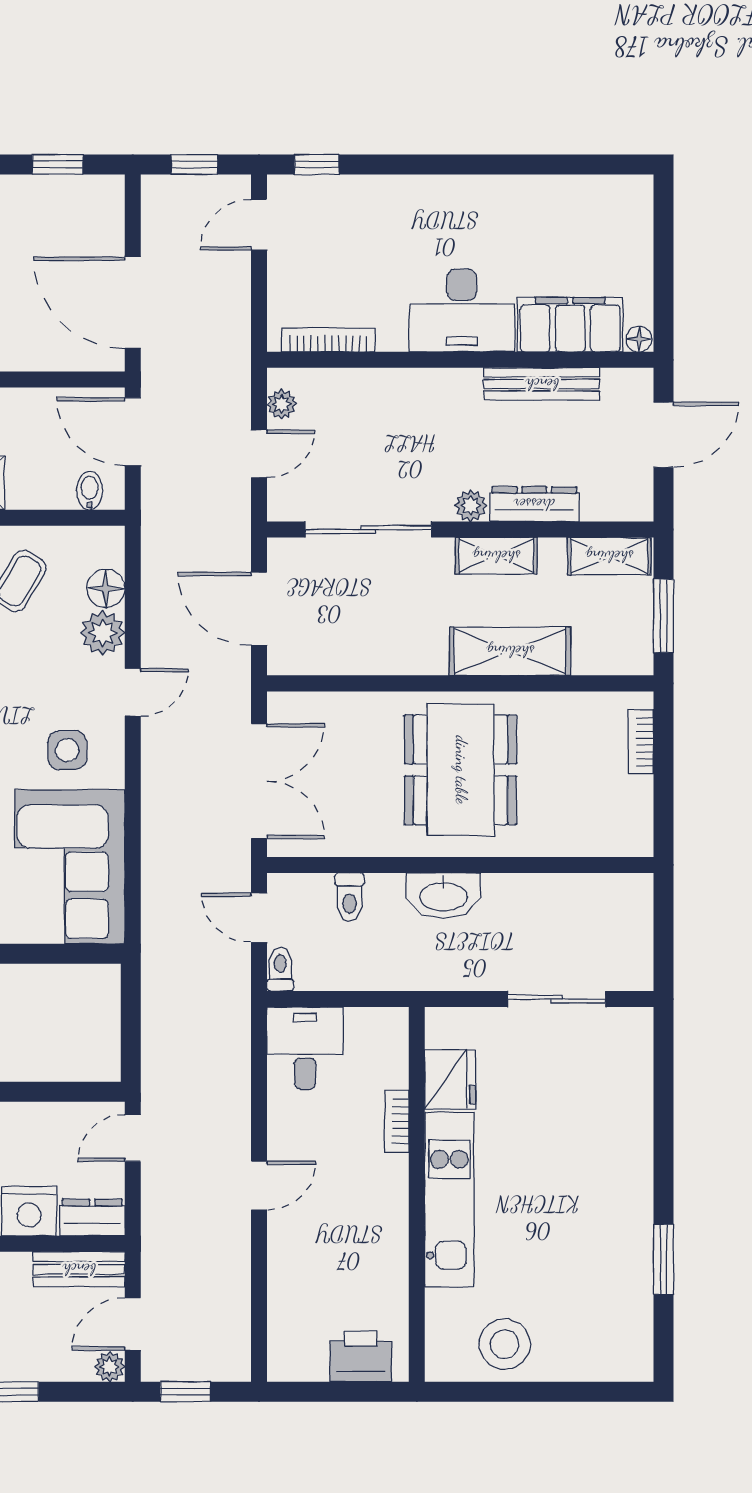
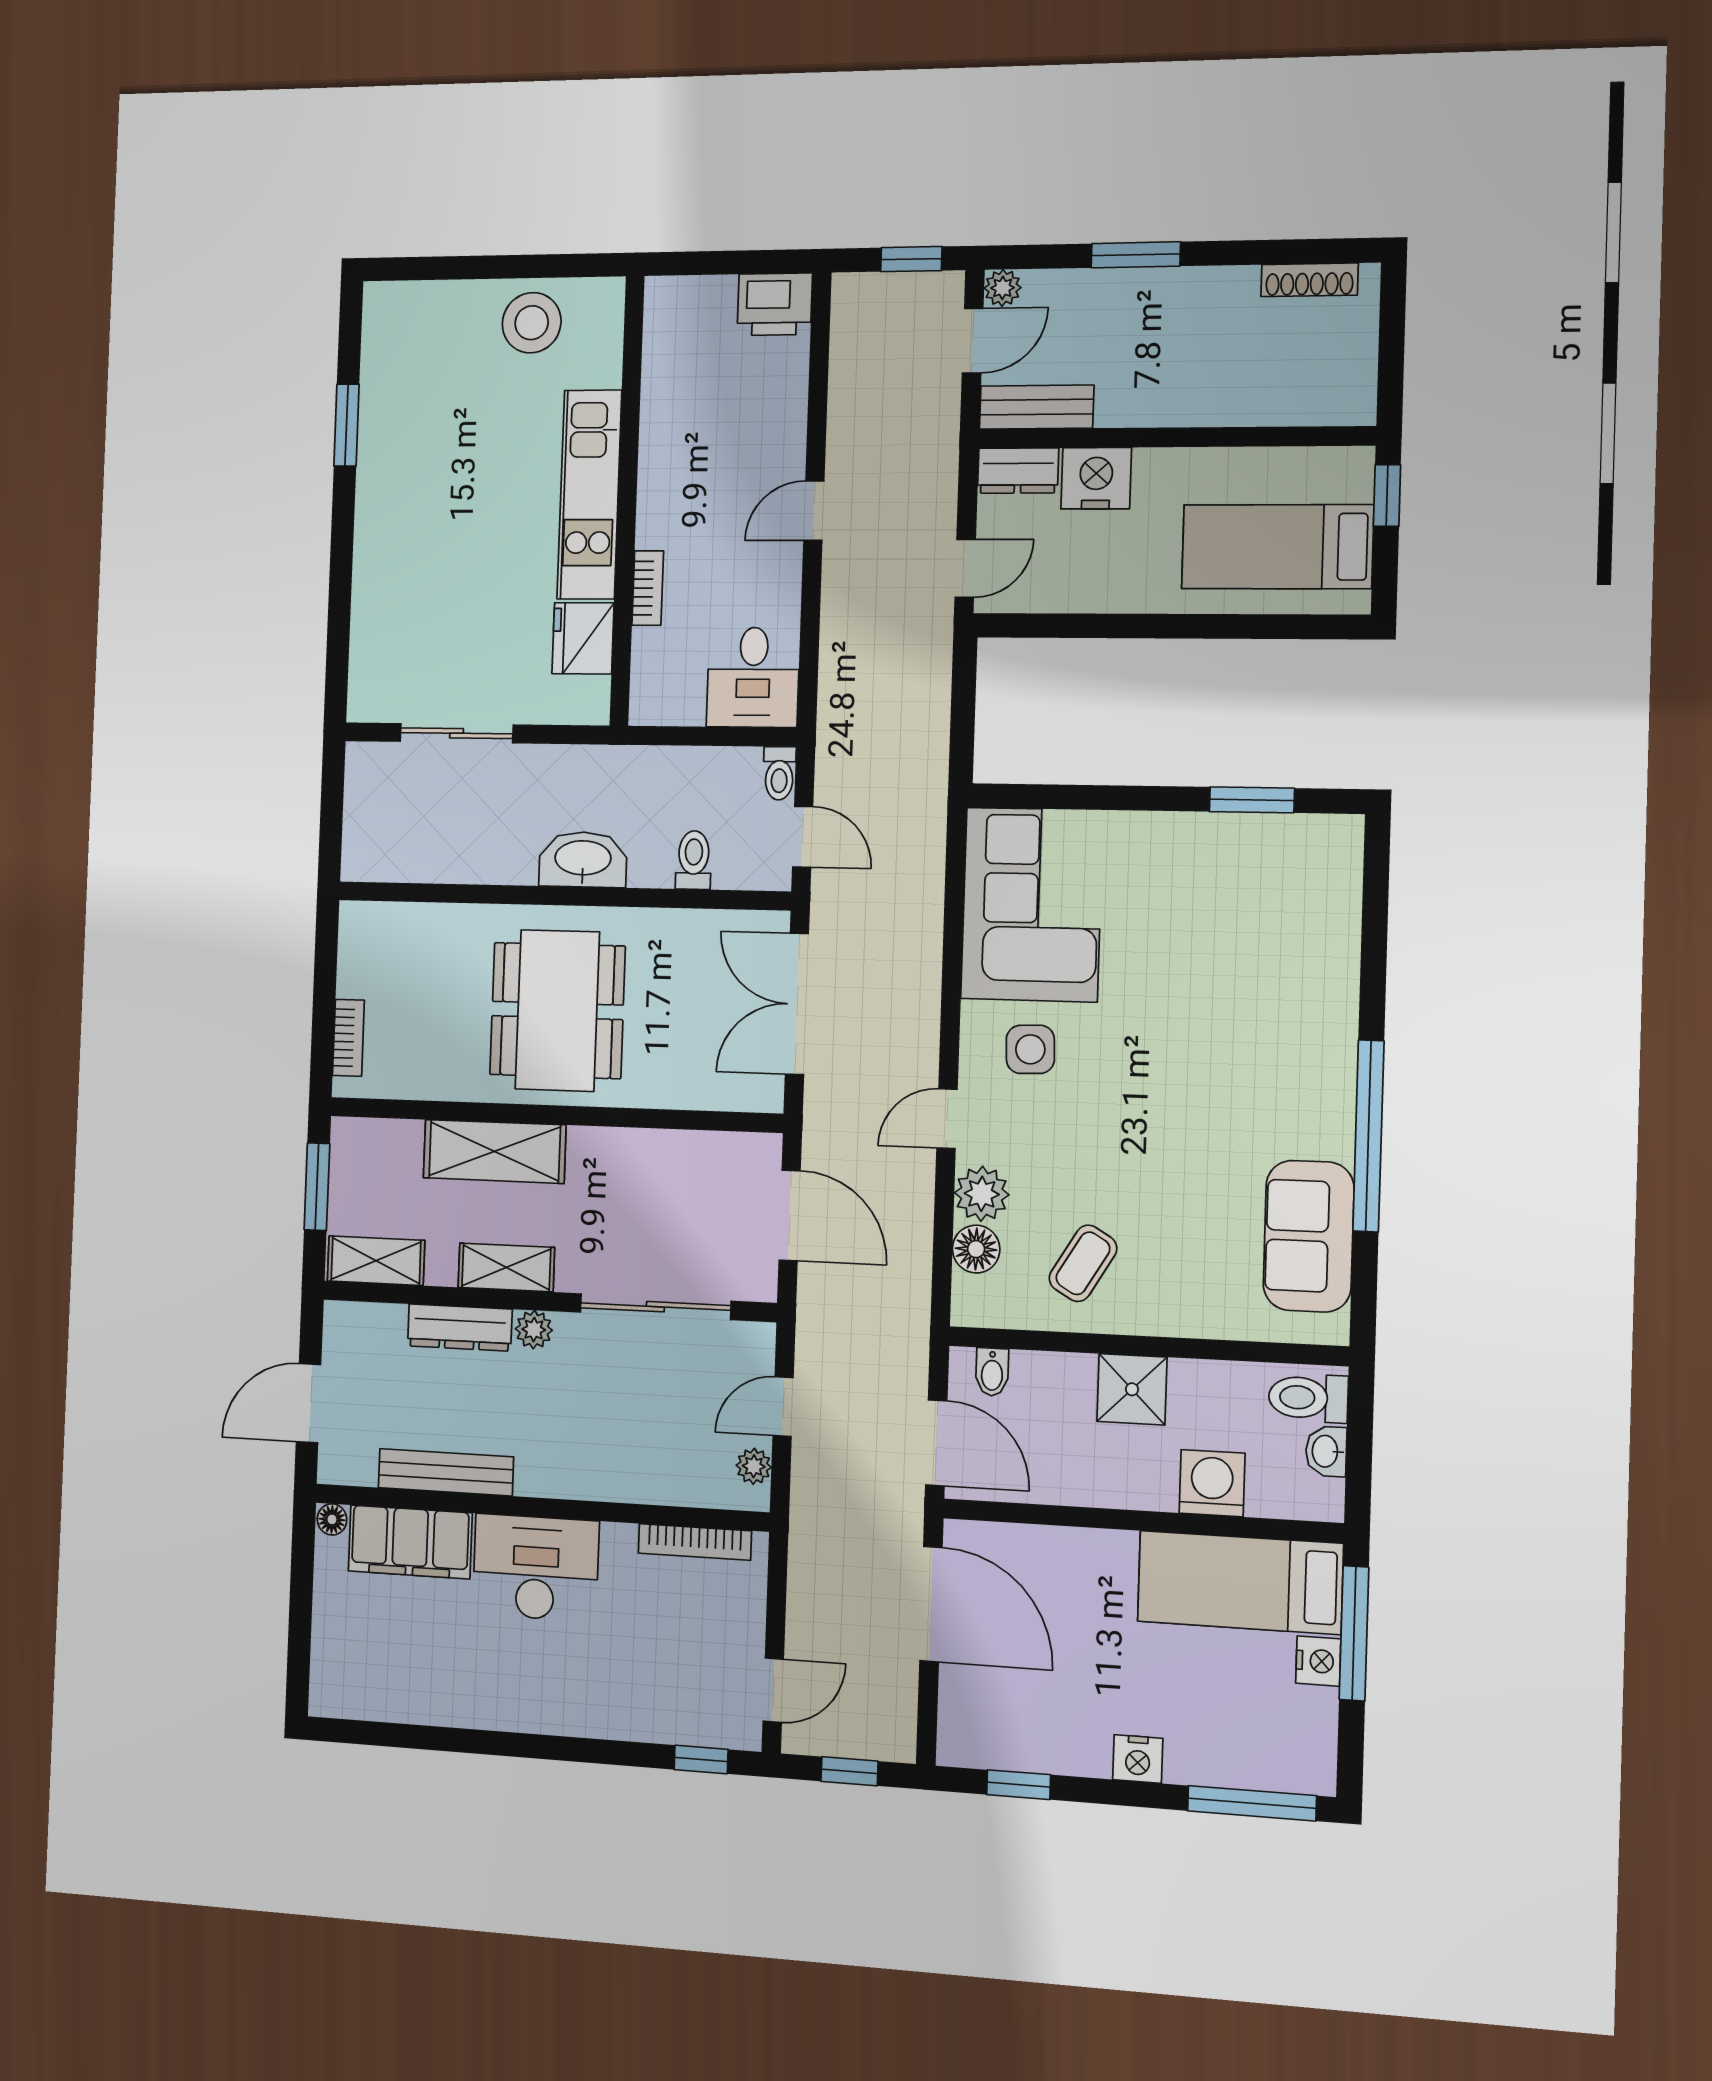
printer: (361, 1356) -> (775, 304), moved

